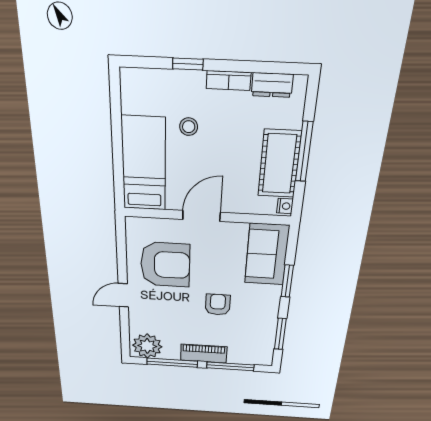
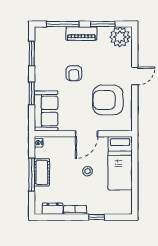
stool: (189, 127) -> (88, 171), moved
cot: (279, 164) -> (42, 172), width x0.73, depth x0.75
window: (172, 363) -> (103, 24), width x0.69

